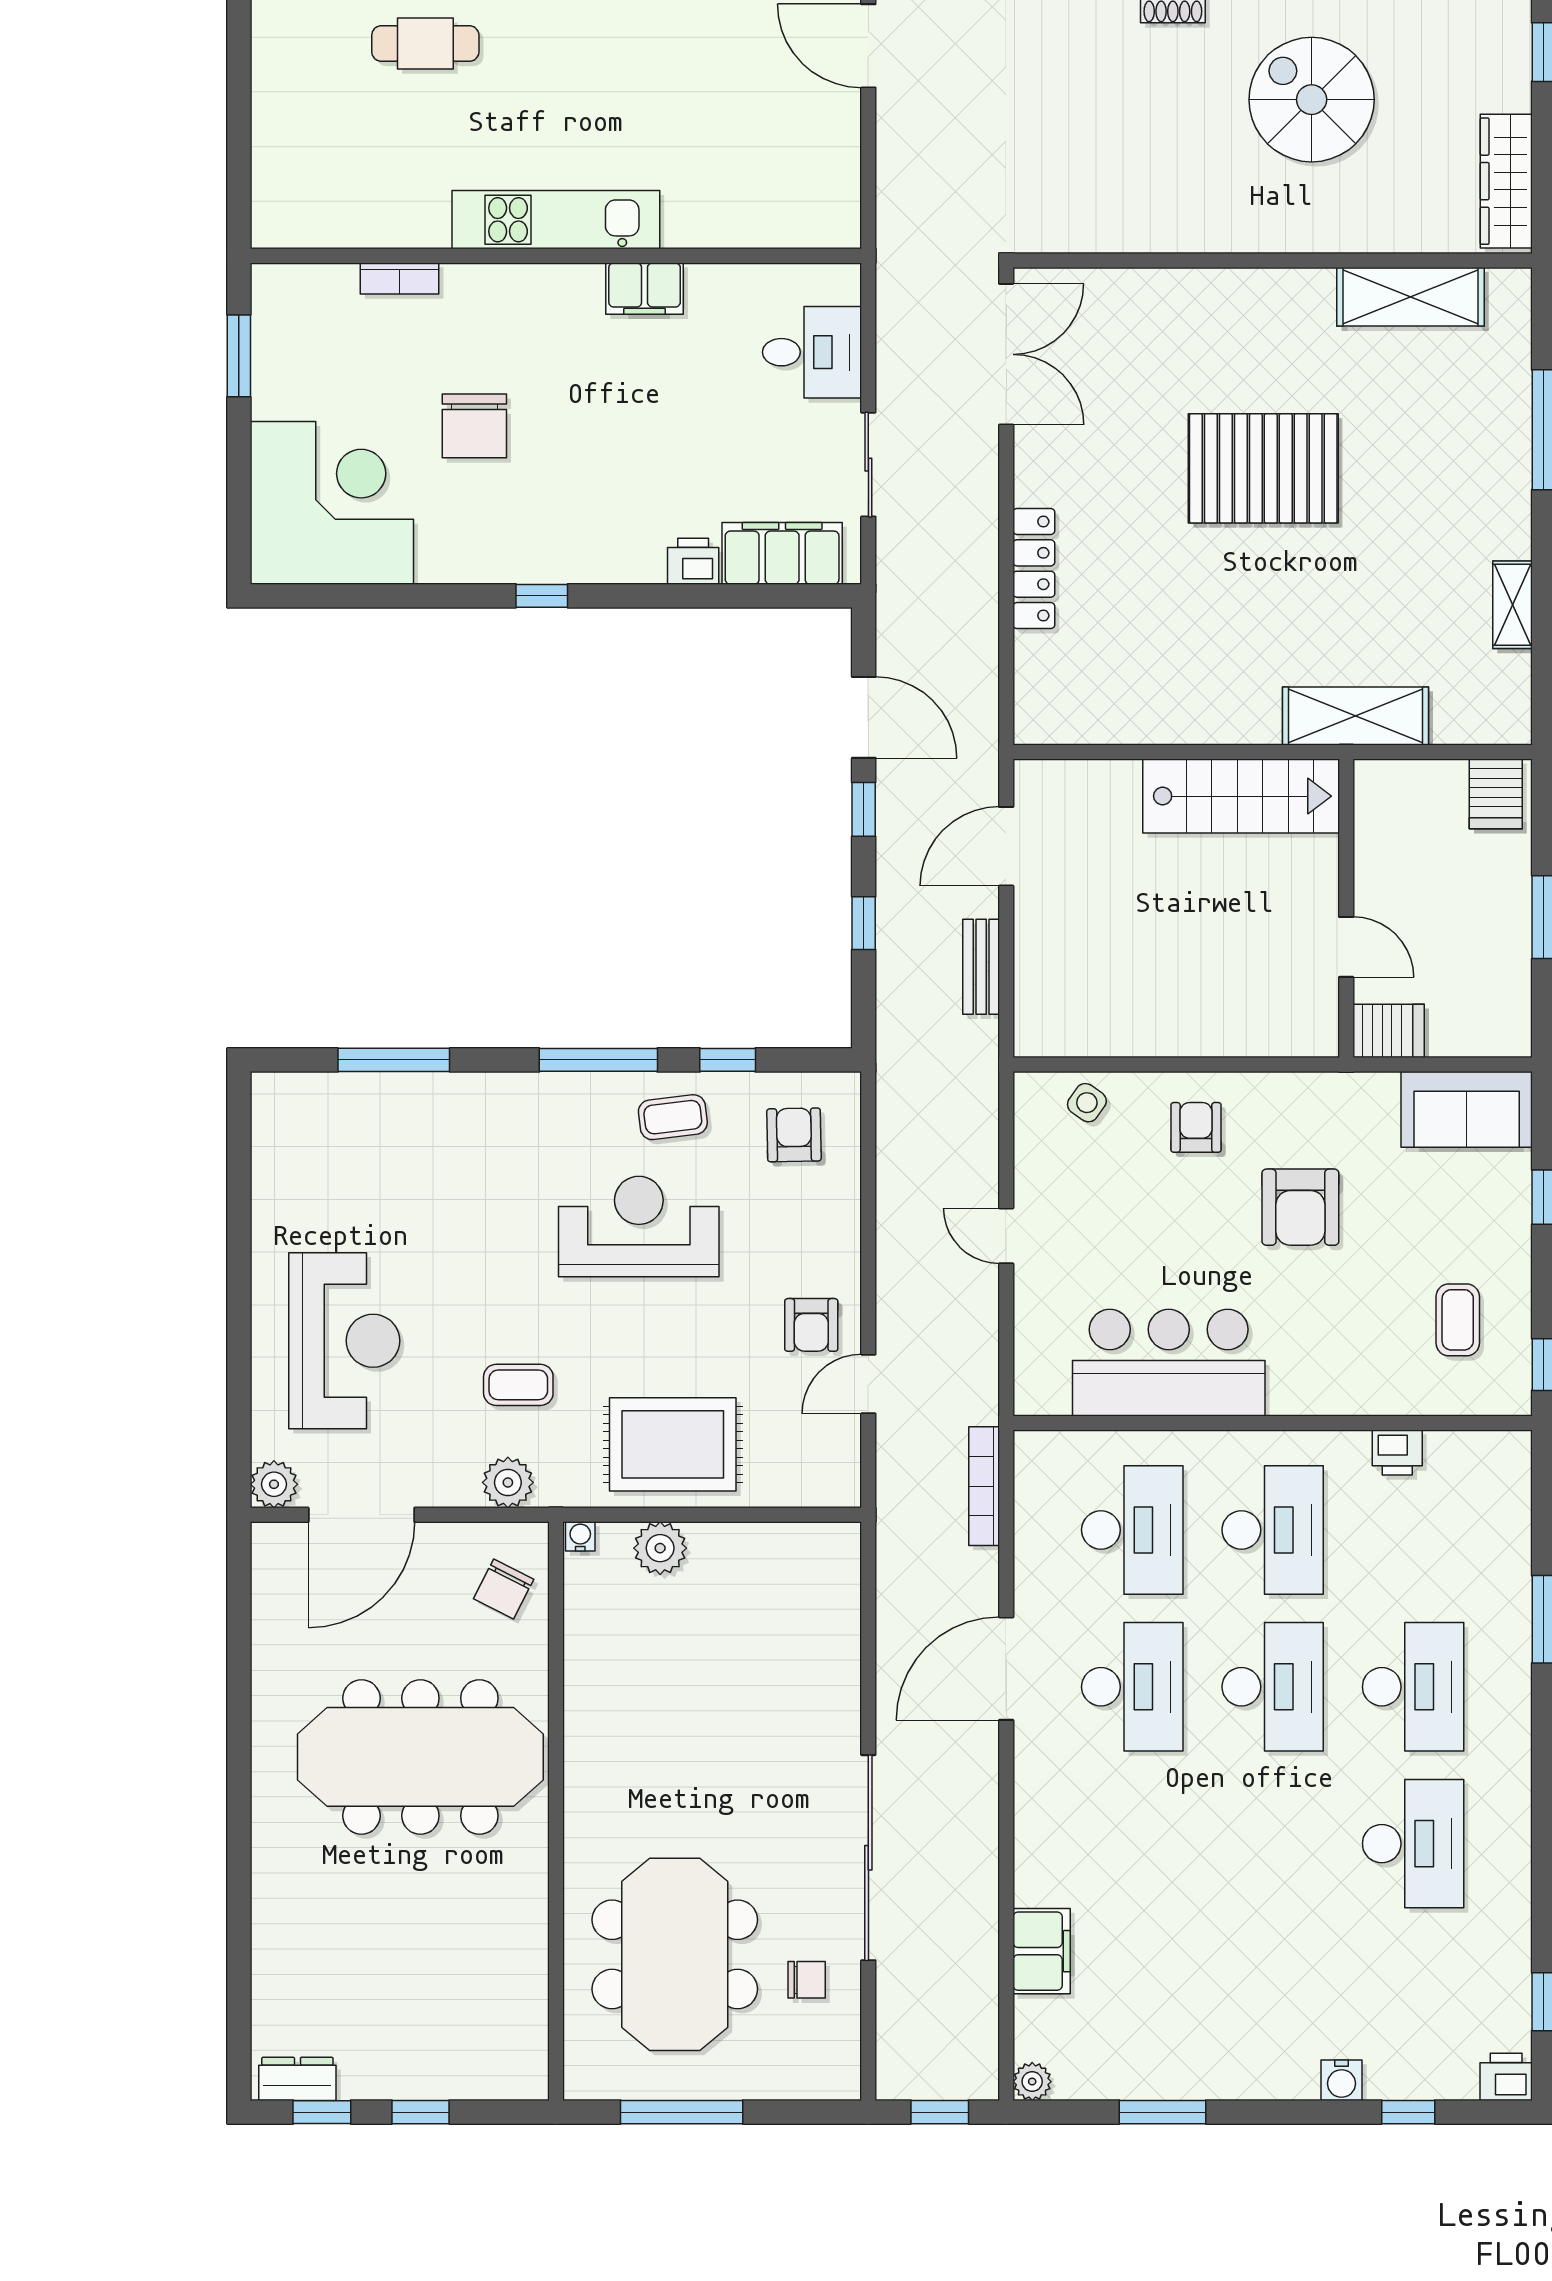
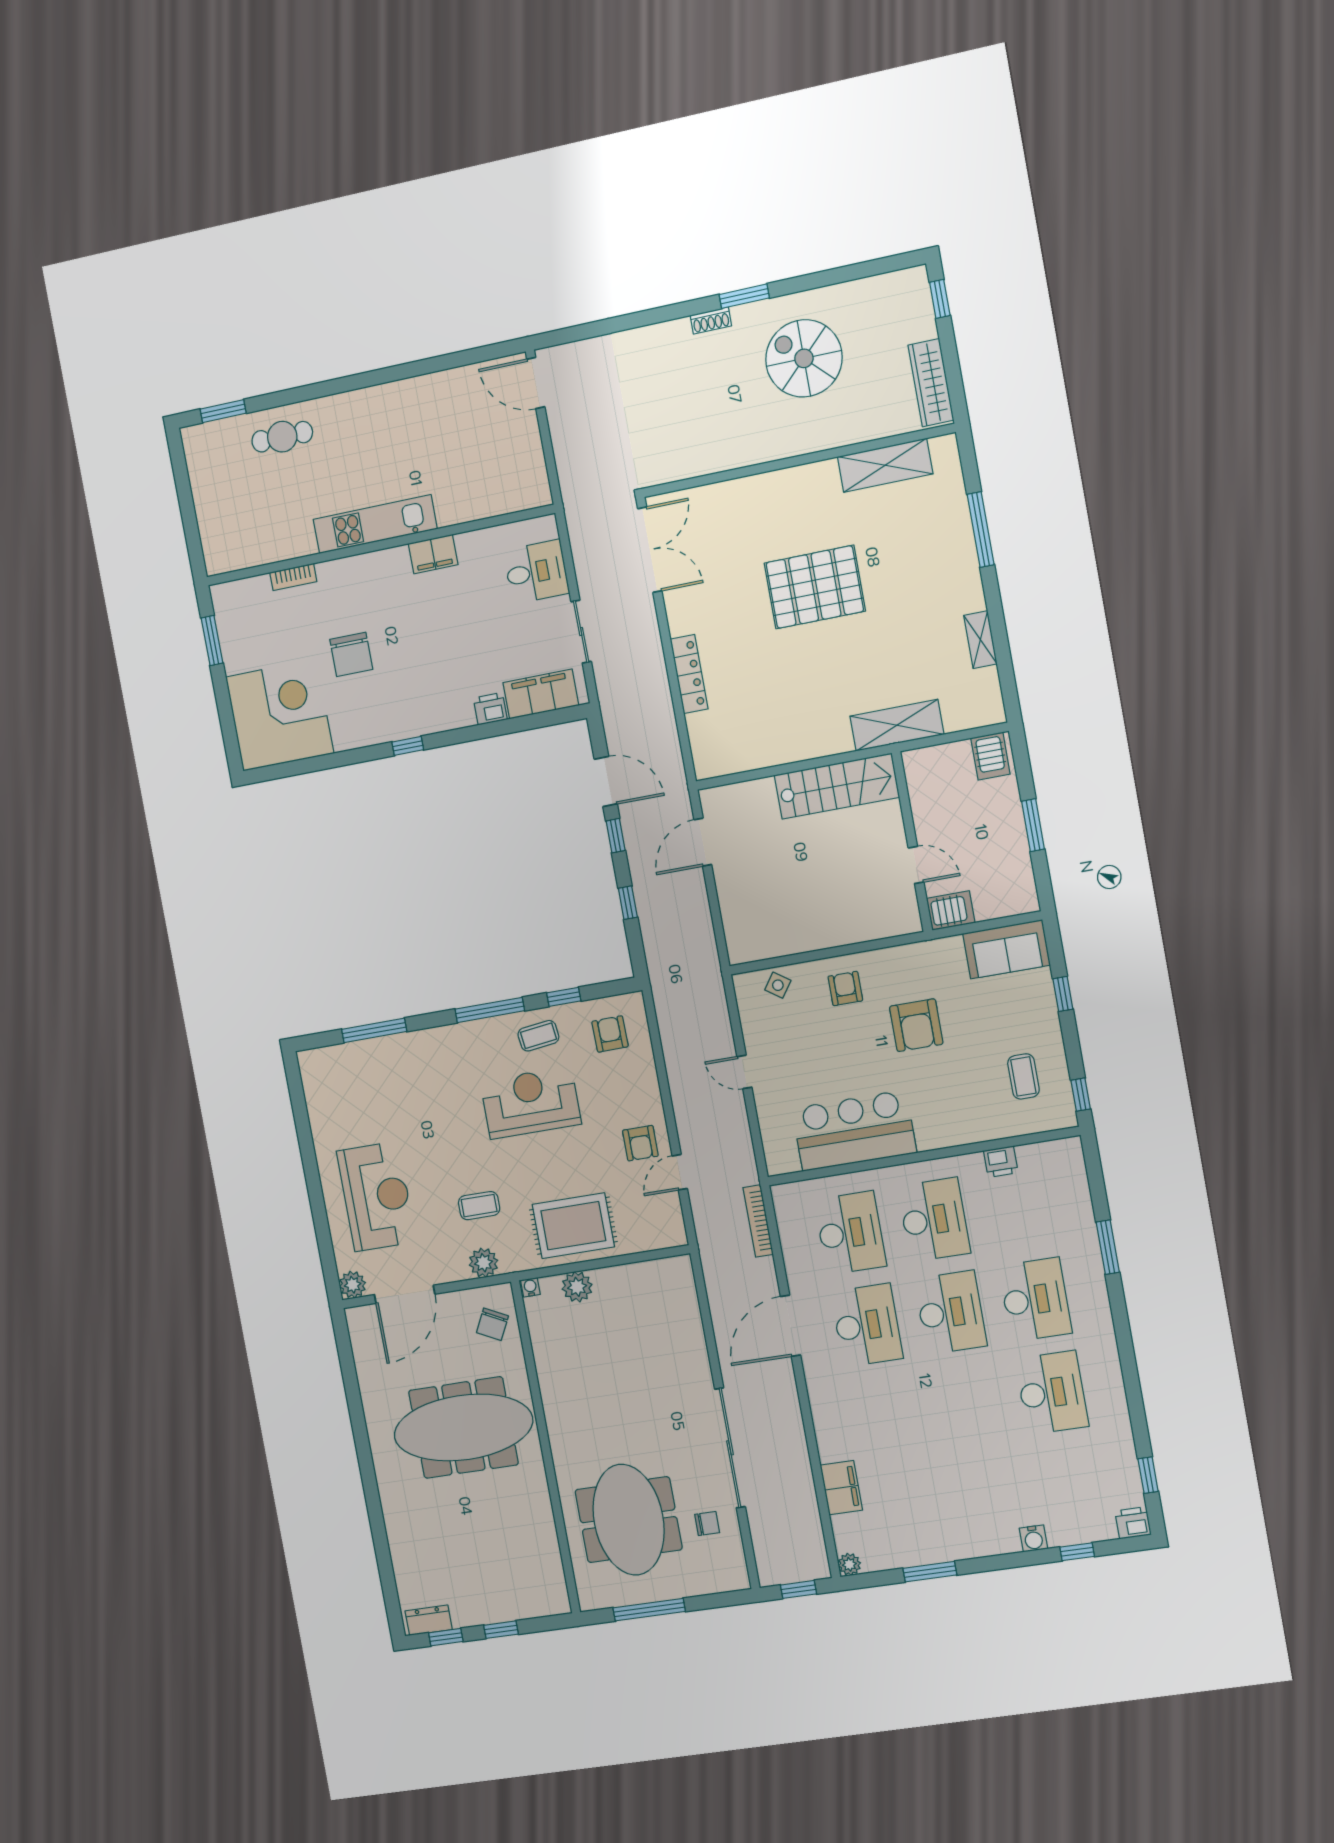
bench: (981, 967) -> (701, 916), removed

